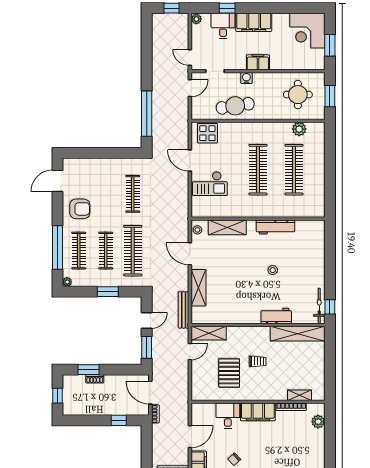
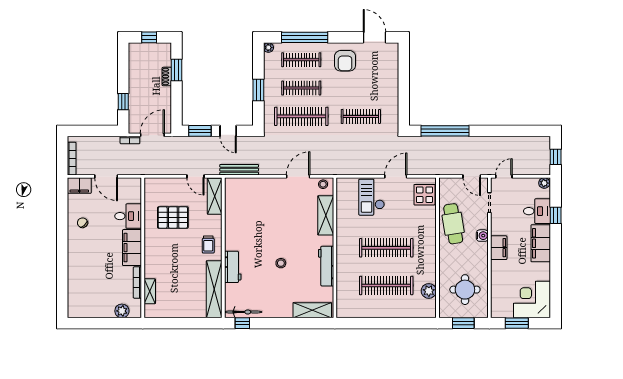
shelving: (199, 288) -> (312, 310), moved
trolley: (258, 361) -> (208, 245), moved

